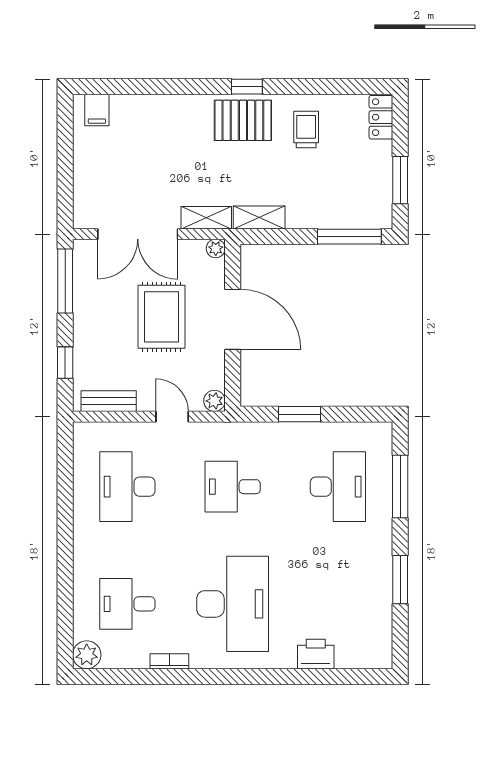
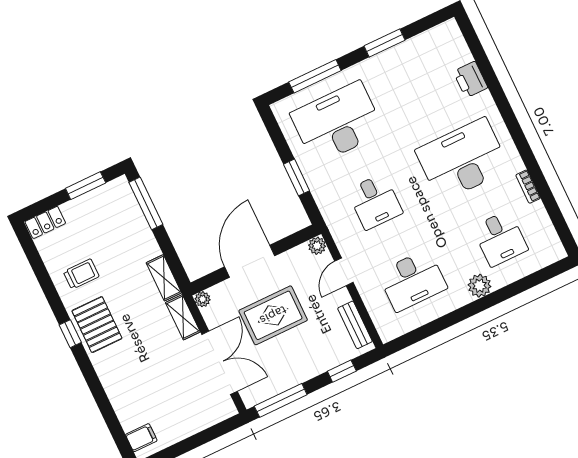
trolley: (306, 129) -> (81, 274), turned 180
desk: (338, 487) -> (337, 123), width x1.36, depth x1.30
plant: (87, 655) -> (480, 286), moved

